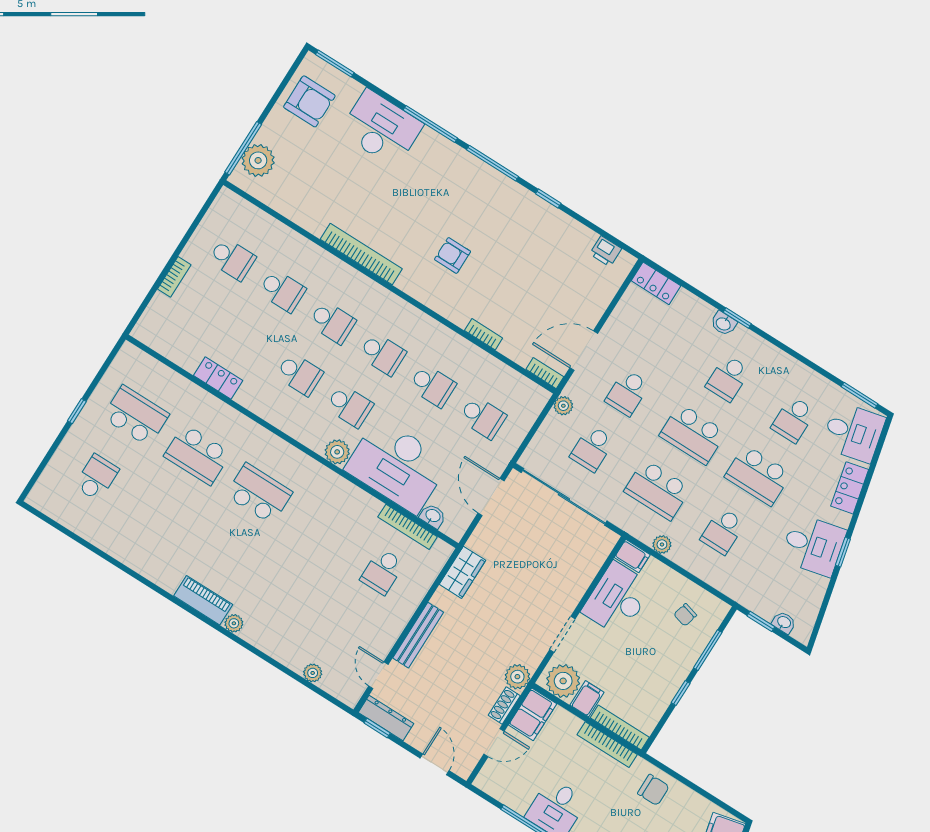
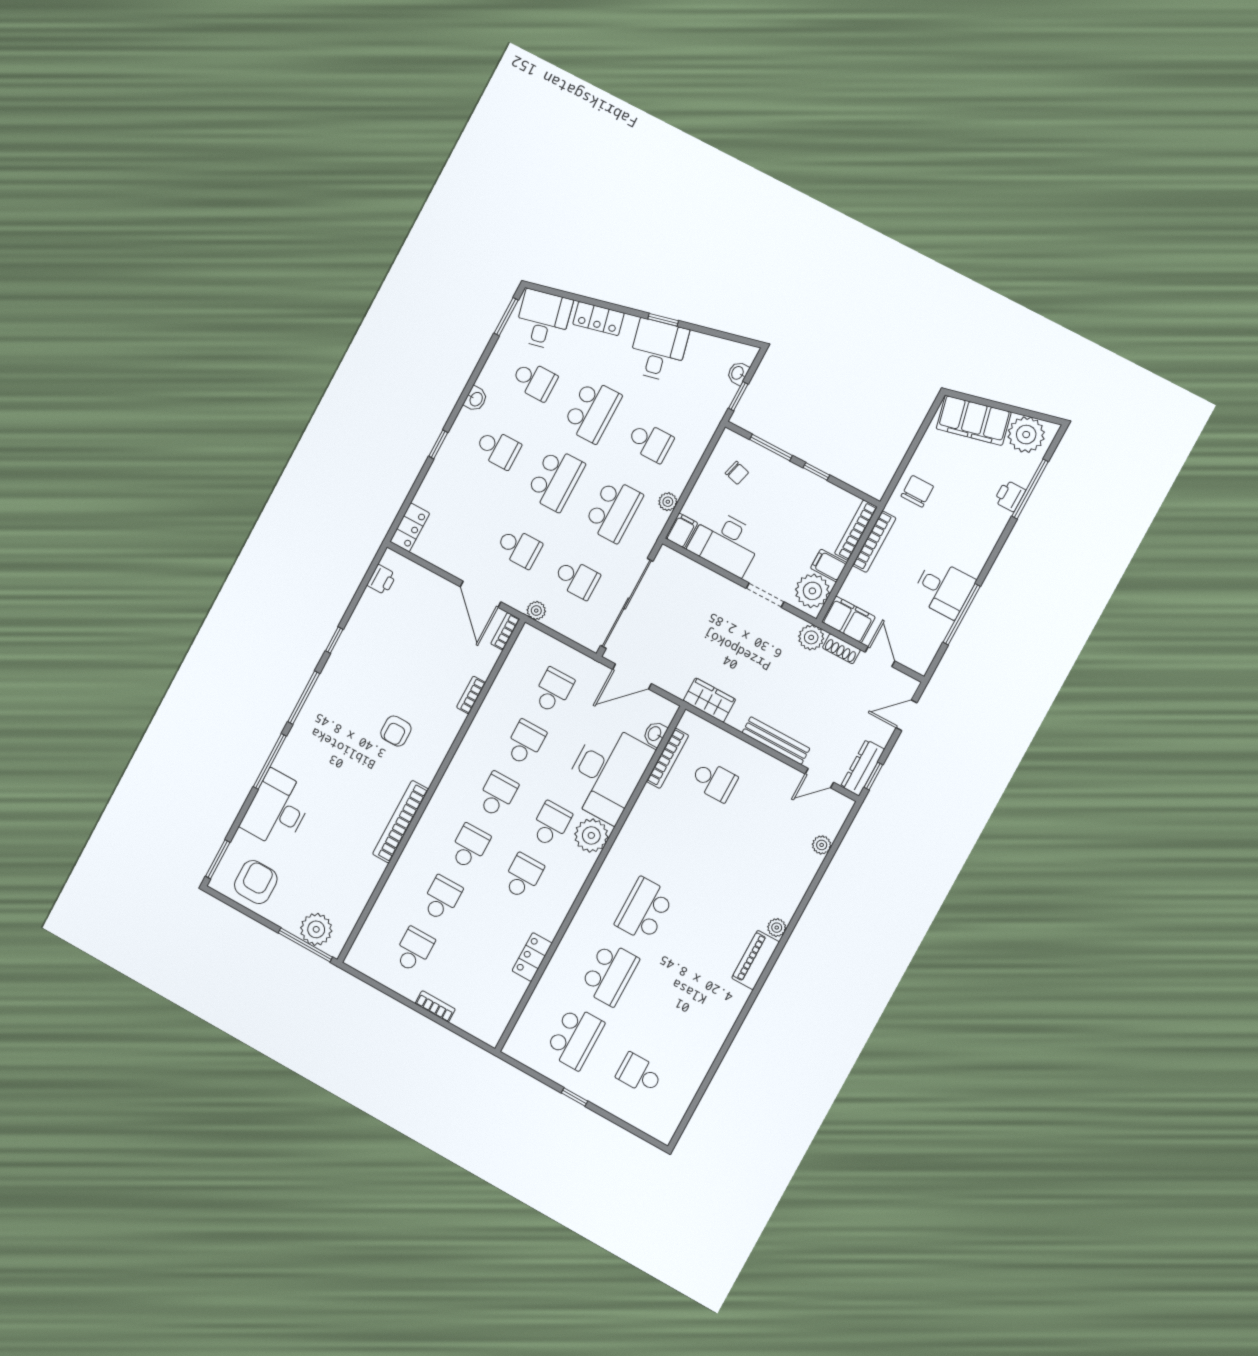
washbasin: (723, 323) -> (476, 399), moved
school desk: (136, 416) -> (575, 1038), turned 180
plant: (337, 452) -> (591, 835), width x1.36, depth x1.36

